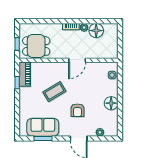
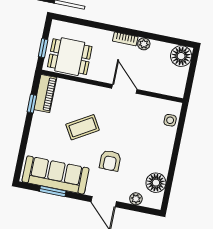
floor lamp: (96, 31) -> (181, 56), moved
door: (77, 60) -> (124, 89), swing flipped
floor lamp: (111, 103) -> (156, 183), moved
sofa: (43, 127) -> (56, 175), width x1.36

